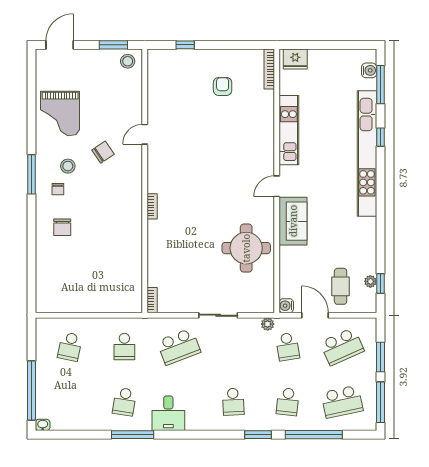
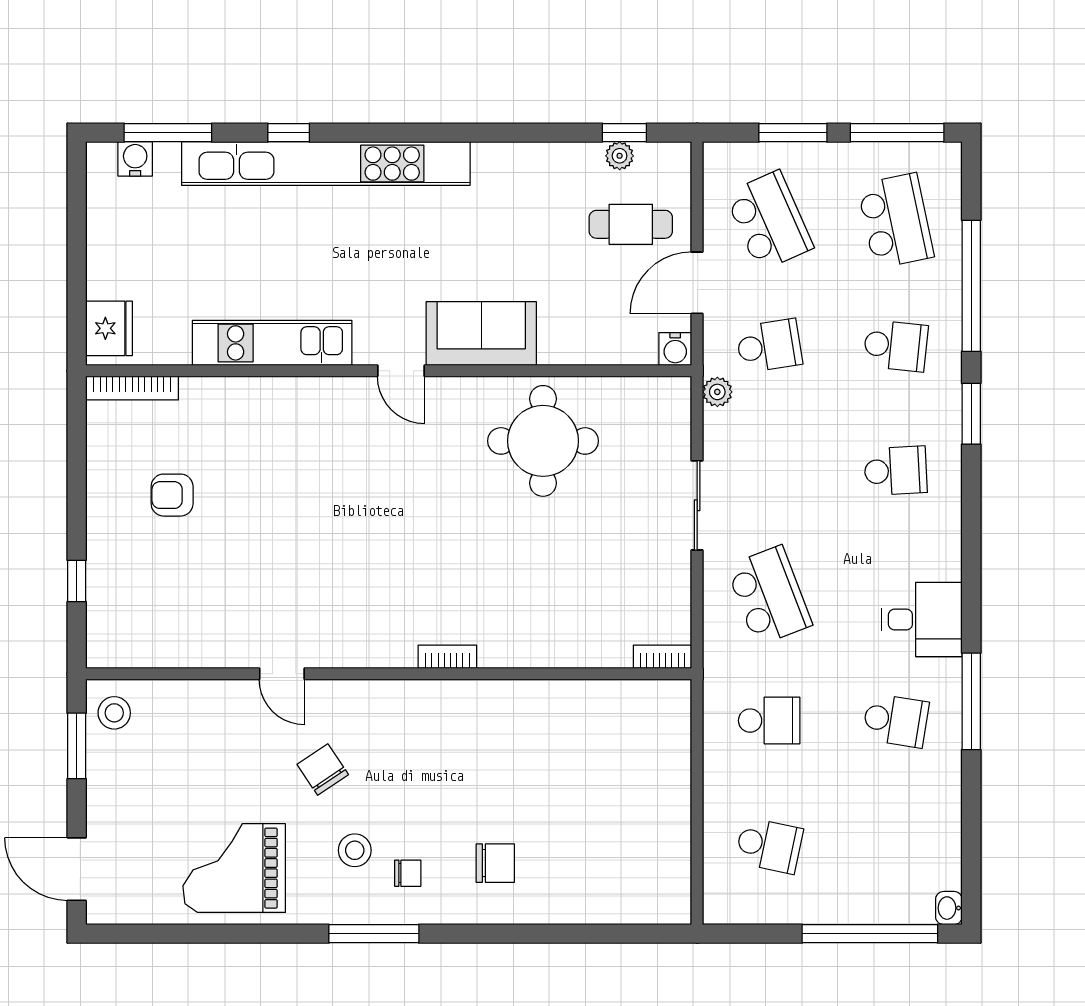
grand piano: (60, 114) -> (234, 868), turned 180

